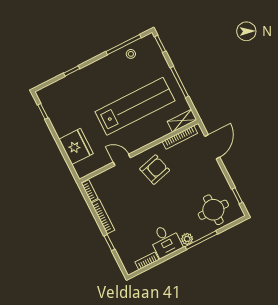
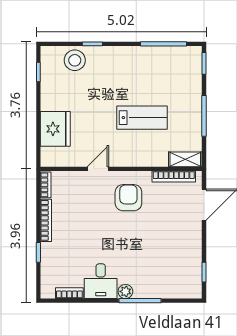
stool: (131, 54) -> (75, 60), moved, width x1.89, depth x1.89
lab bench: (135, 106) -> (142, 118), width x0.54, depth x0.72
door: (122, 160) -> (98, 169), hinge flipped
armchair: (155, 170) -> (128, 198), turned -75
round table: (213, 210) -> (170, 274), removed

